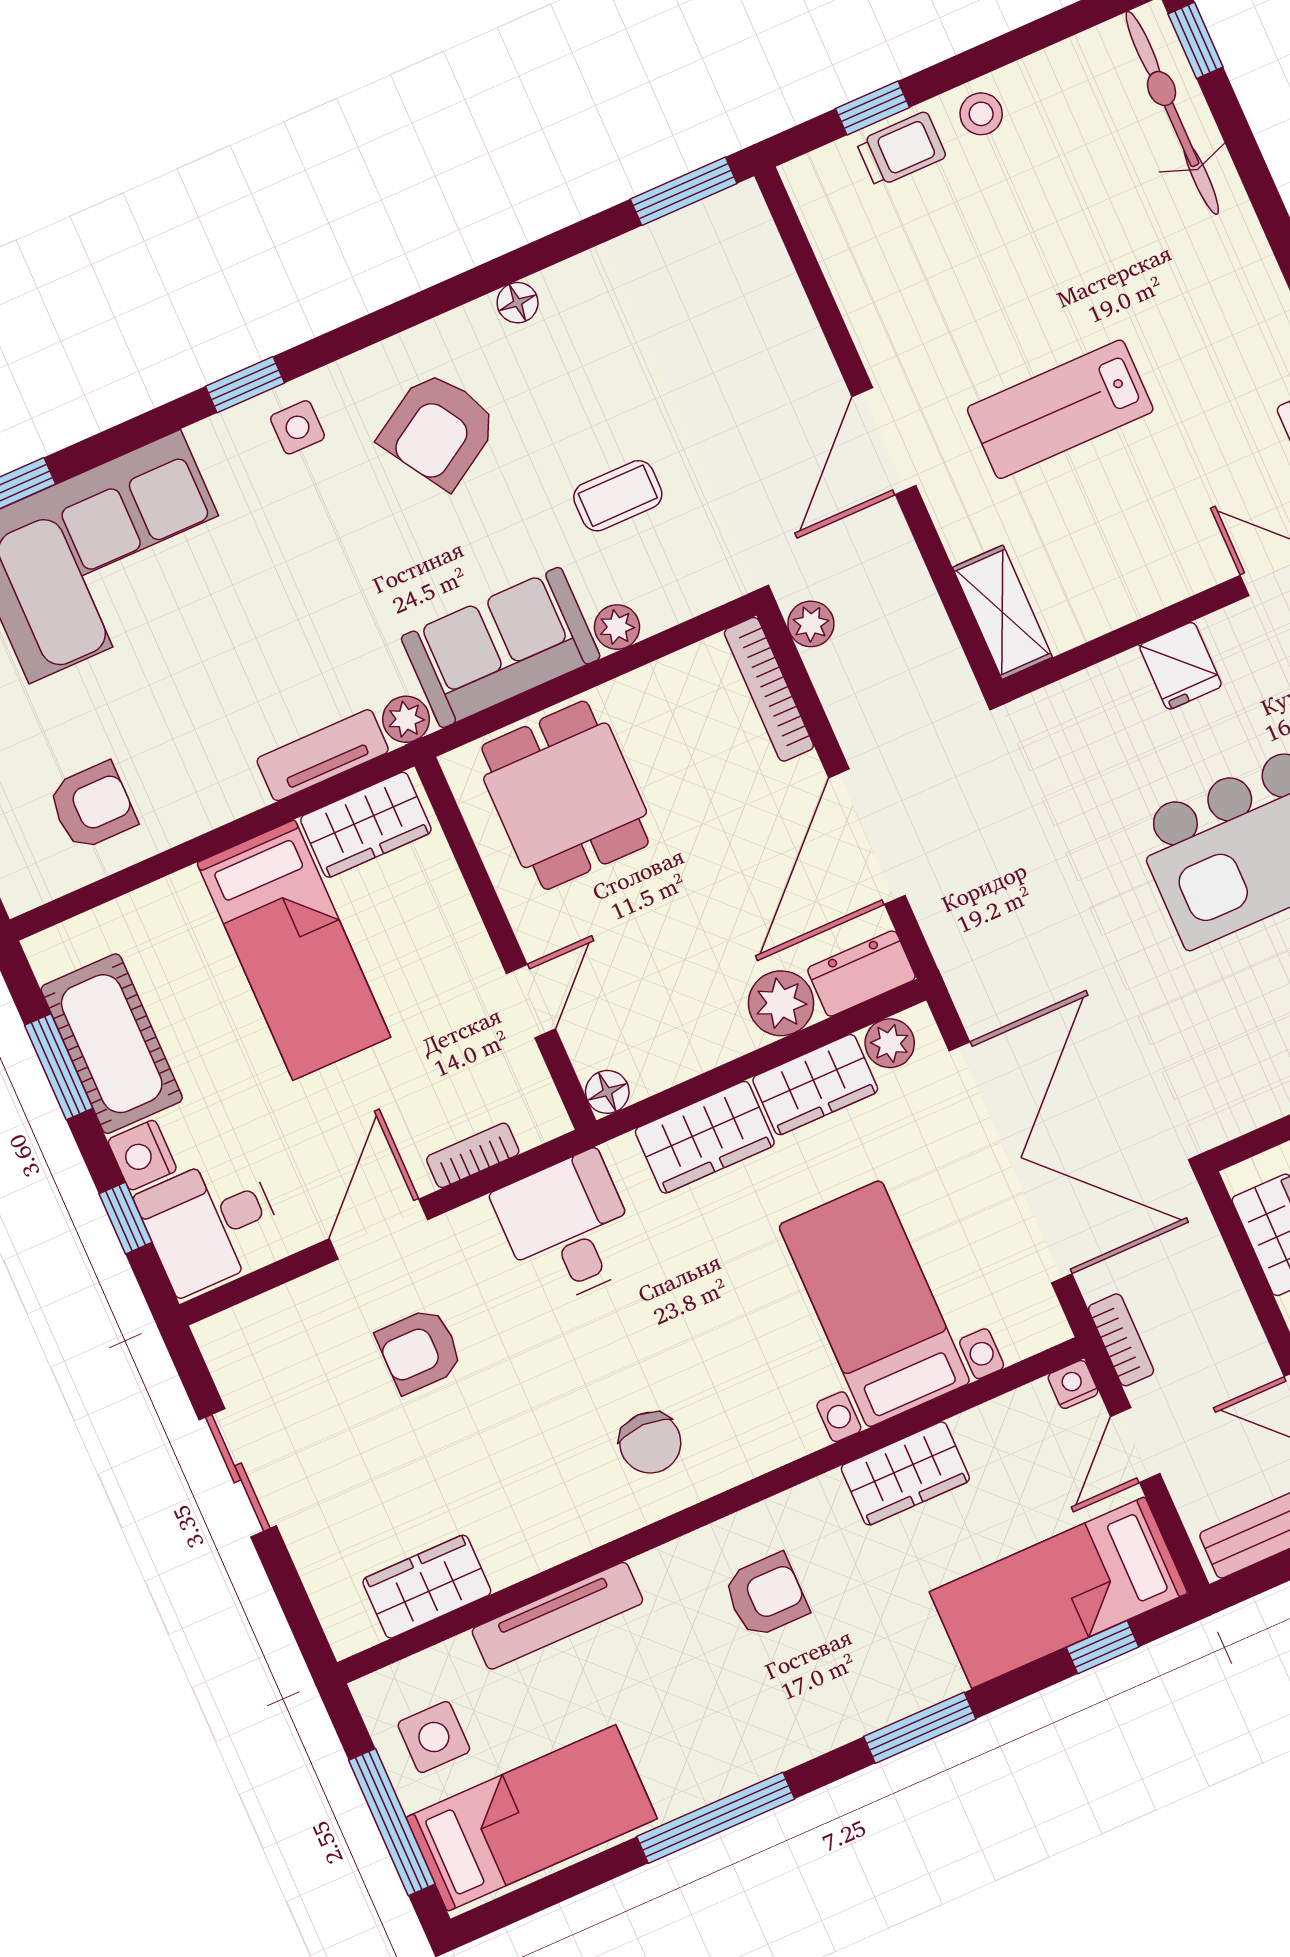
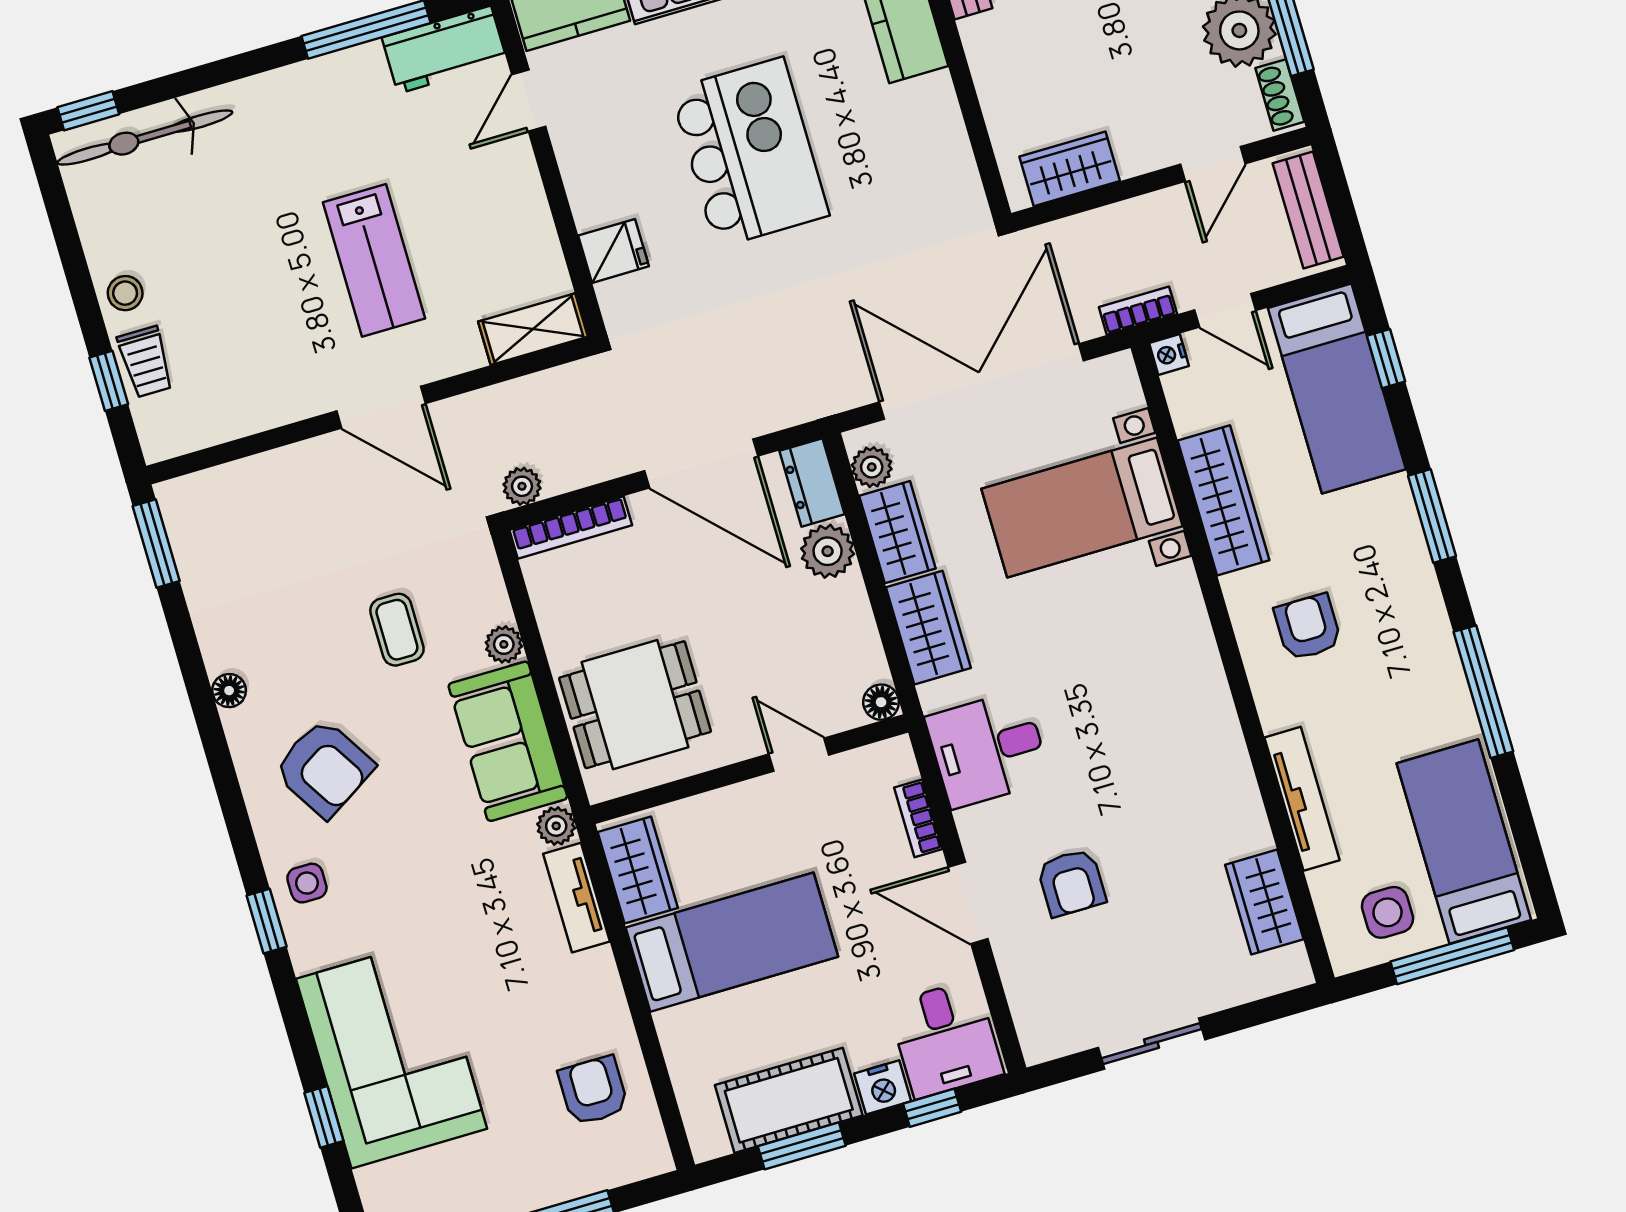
trolley: (901, 149) -> (146, 362), turned 180
fridge: (1181, 666) -> (614, 251), moved
chair: (650, 1443) -> (1171, 705), removed
wardrobe: (905, 1473) -> (1224, 500), width x1.50

